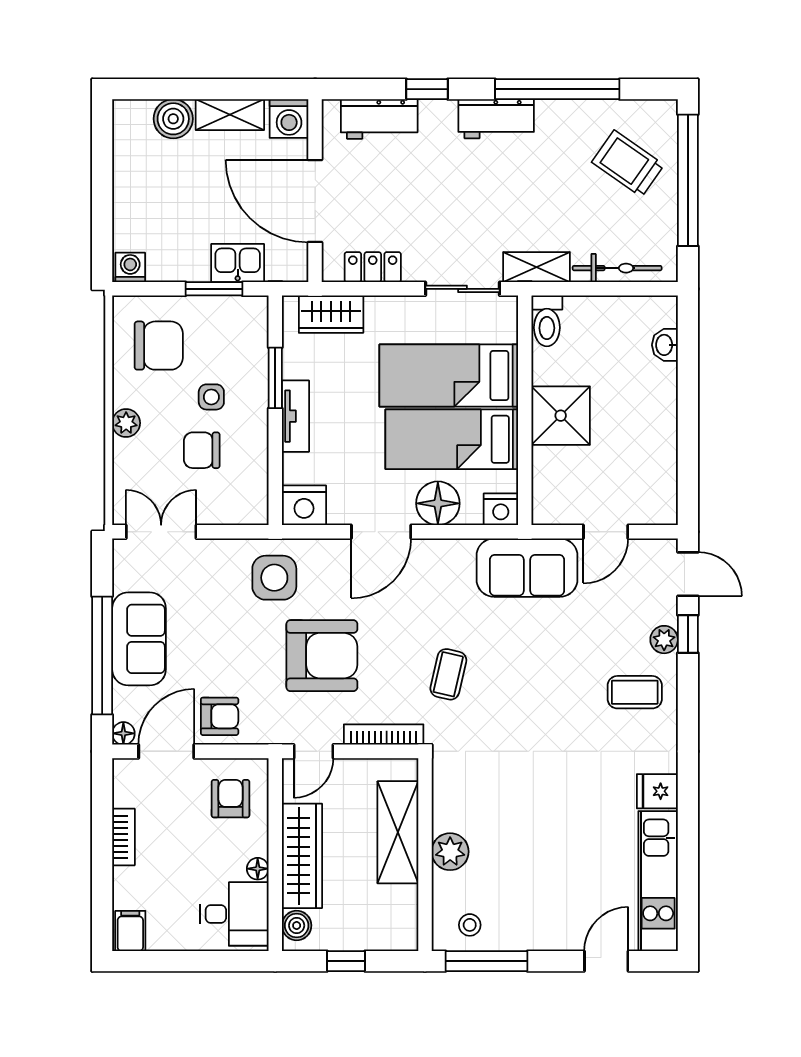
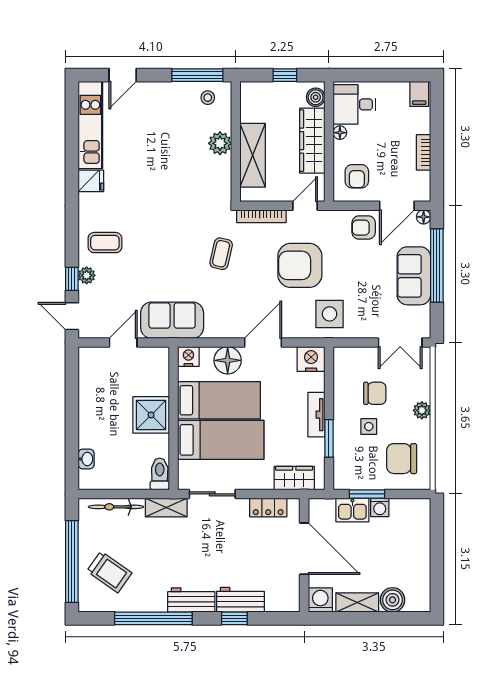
workbench: (379, 119) -> (240, 600), moved
washing machine: (130, 267) -> (380, 507), moved

